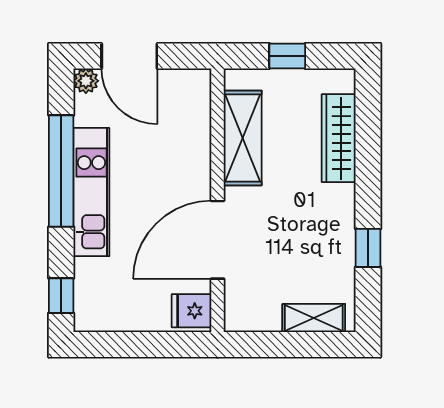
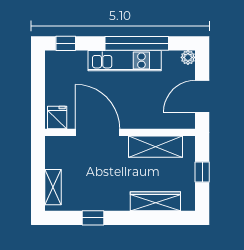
door: (129, 56) -> (202, 96), moved

